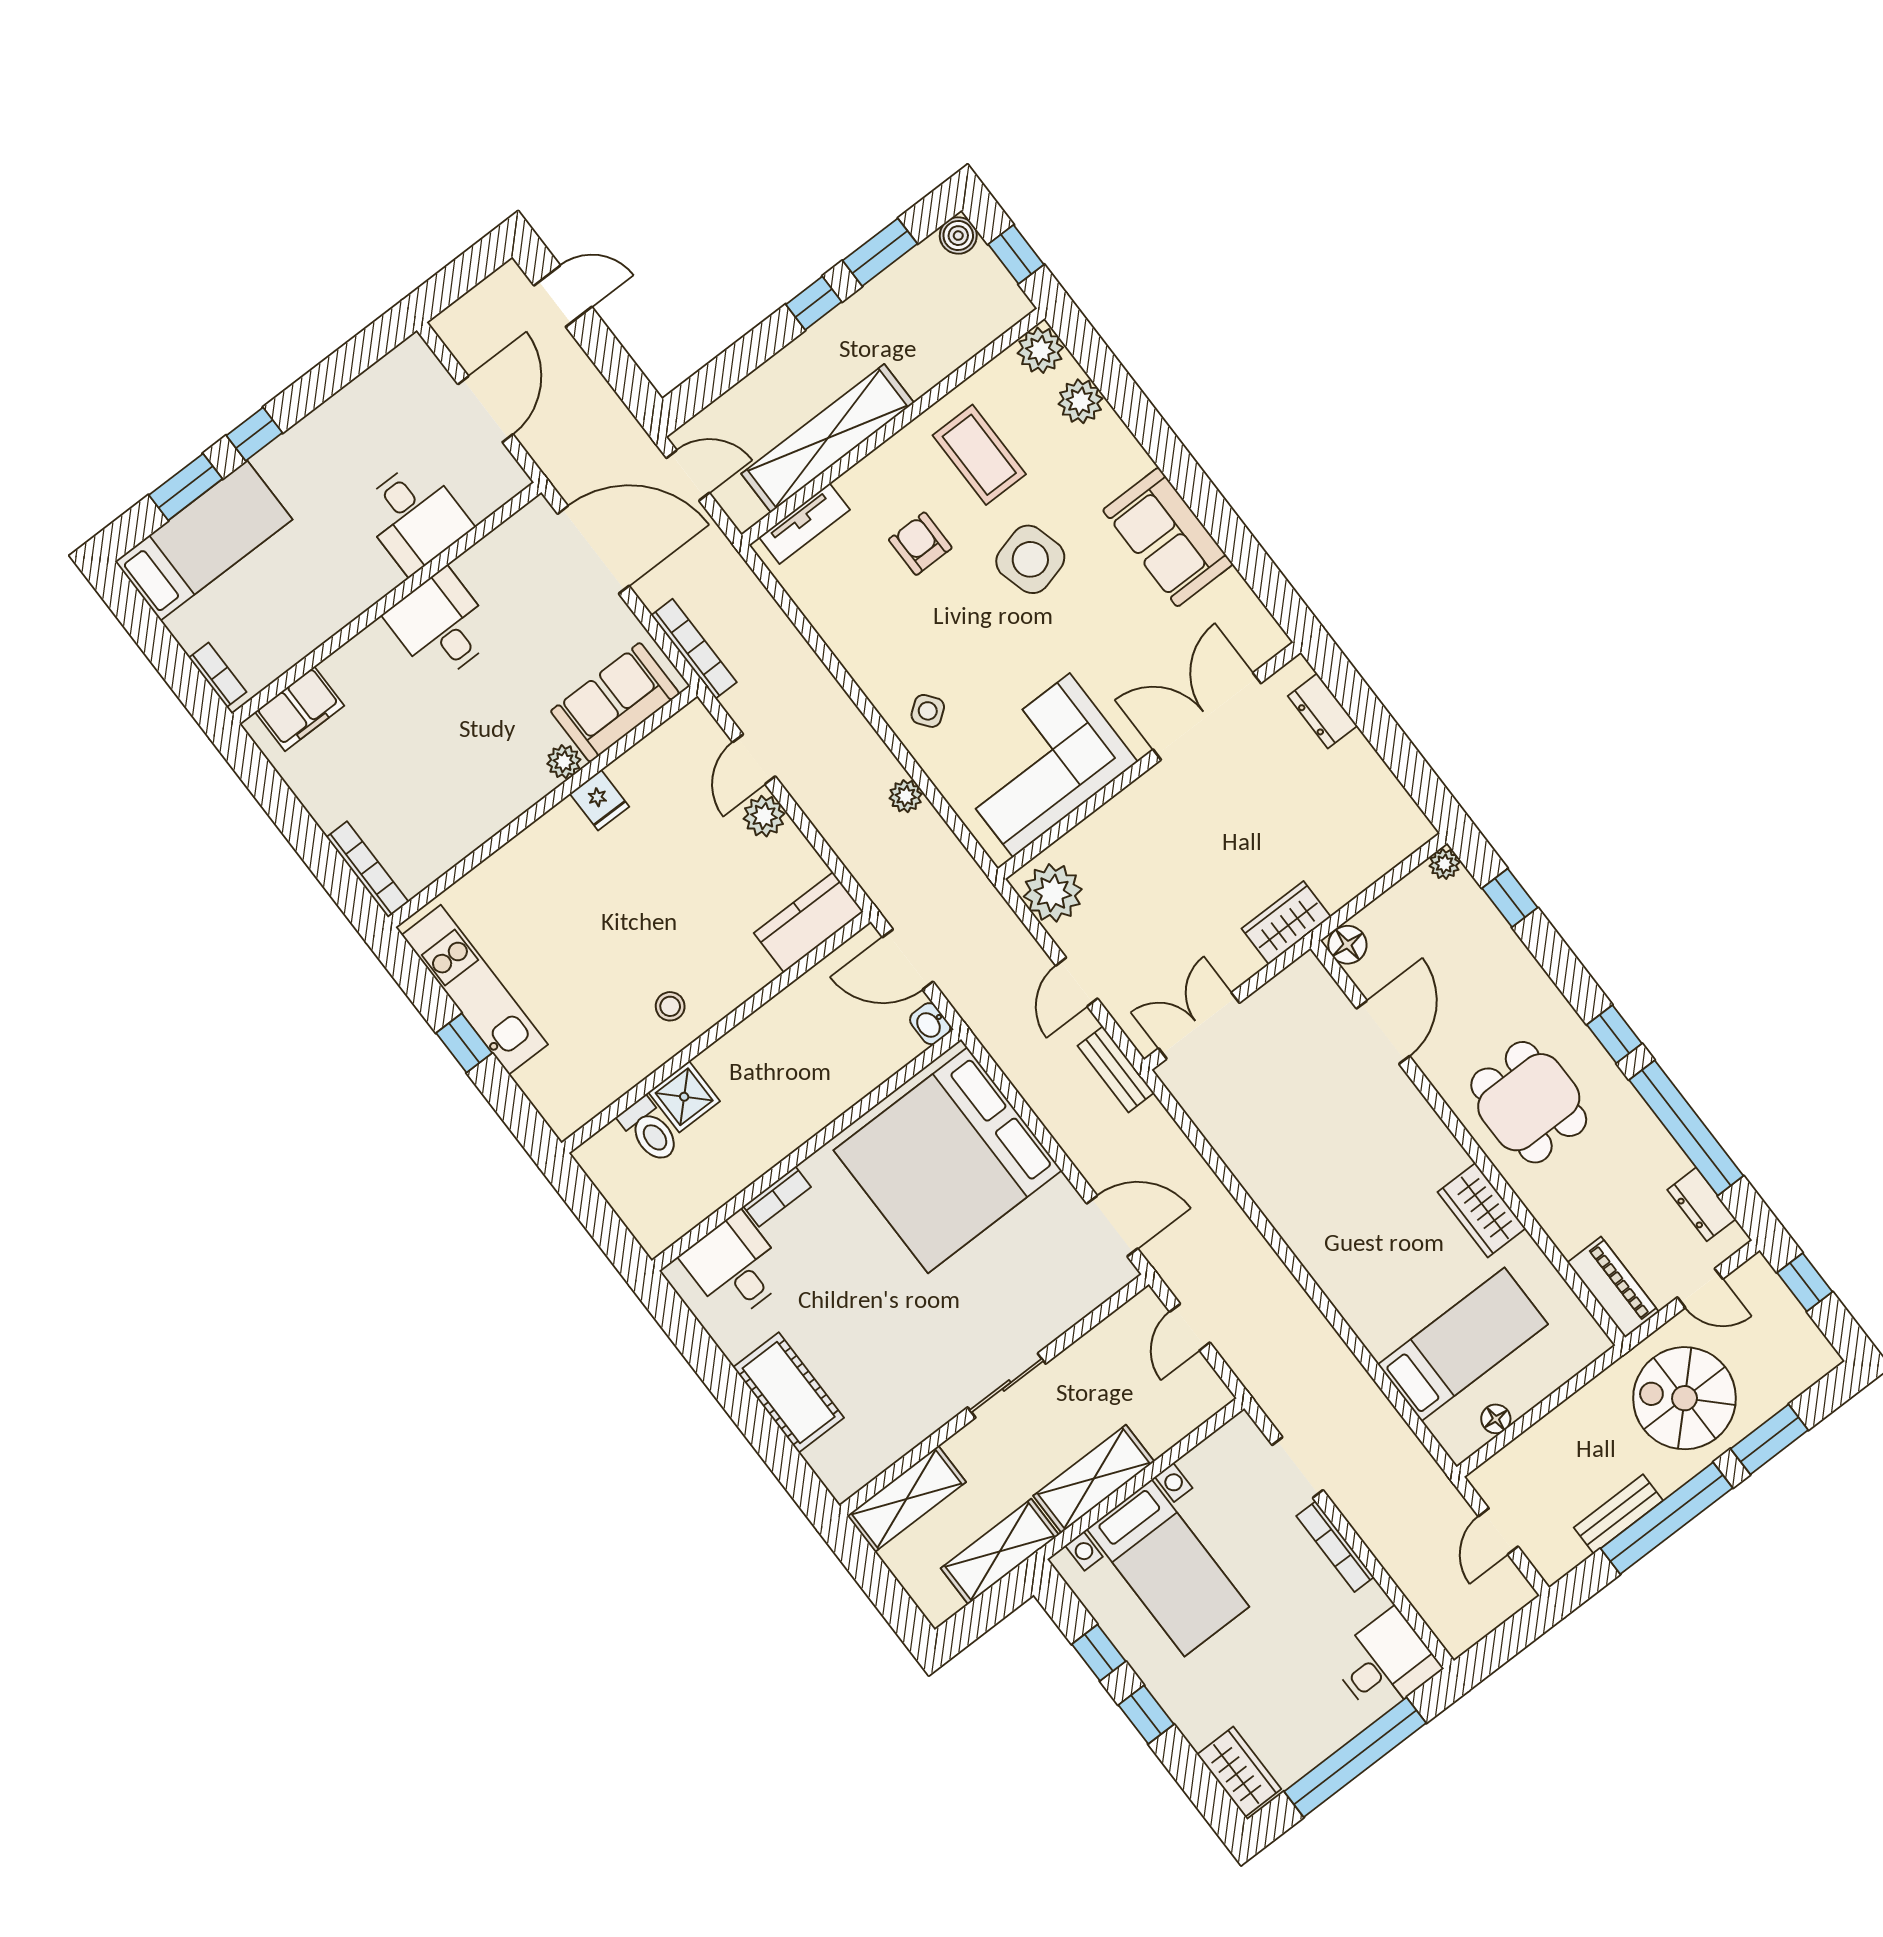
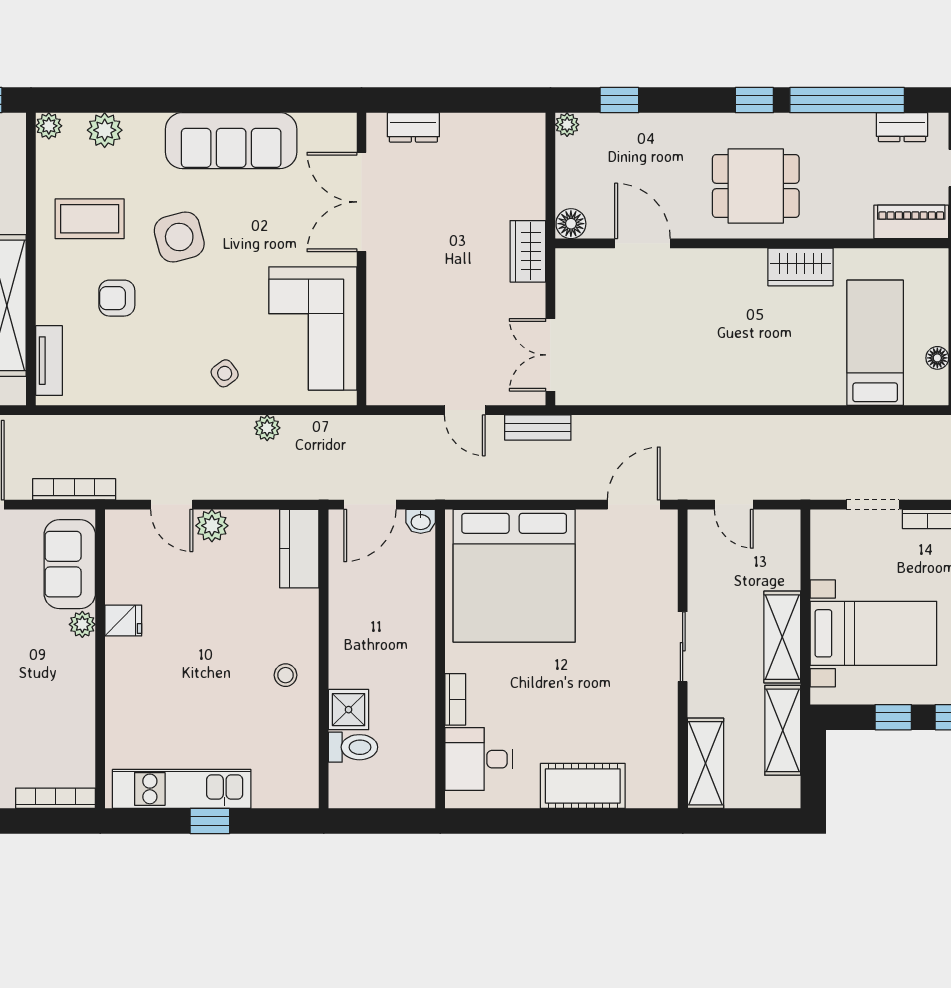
plant: (1040, 350) -> (49, 126), width x0.73, depth x0.73
sofa: (1168, 537) -> (231, 141), width x1.36
plant: (1053, 893) -> (398, 382), removed

